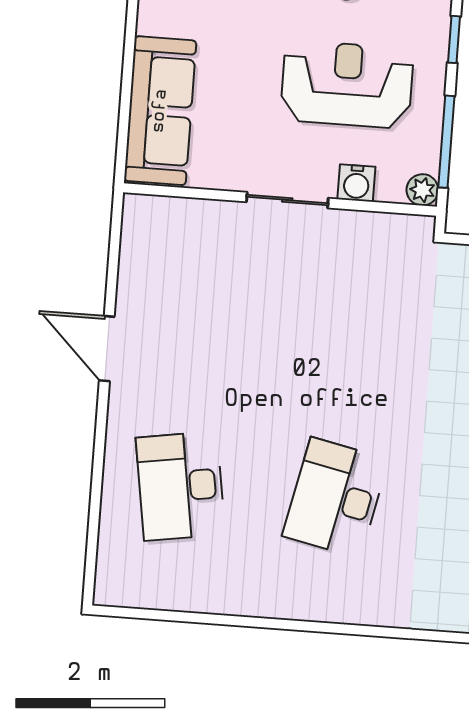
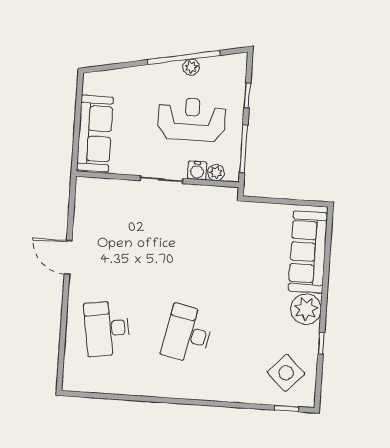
plant: (422, 190) -> (216, 173), moved

